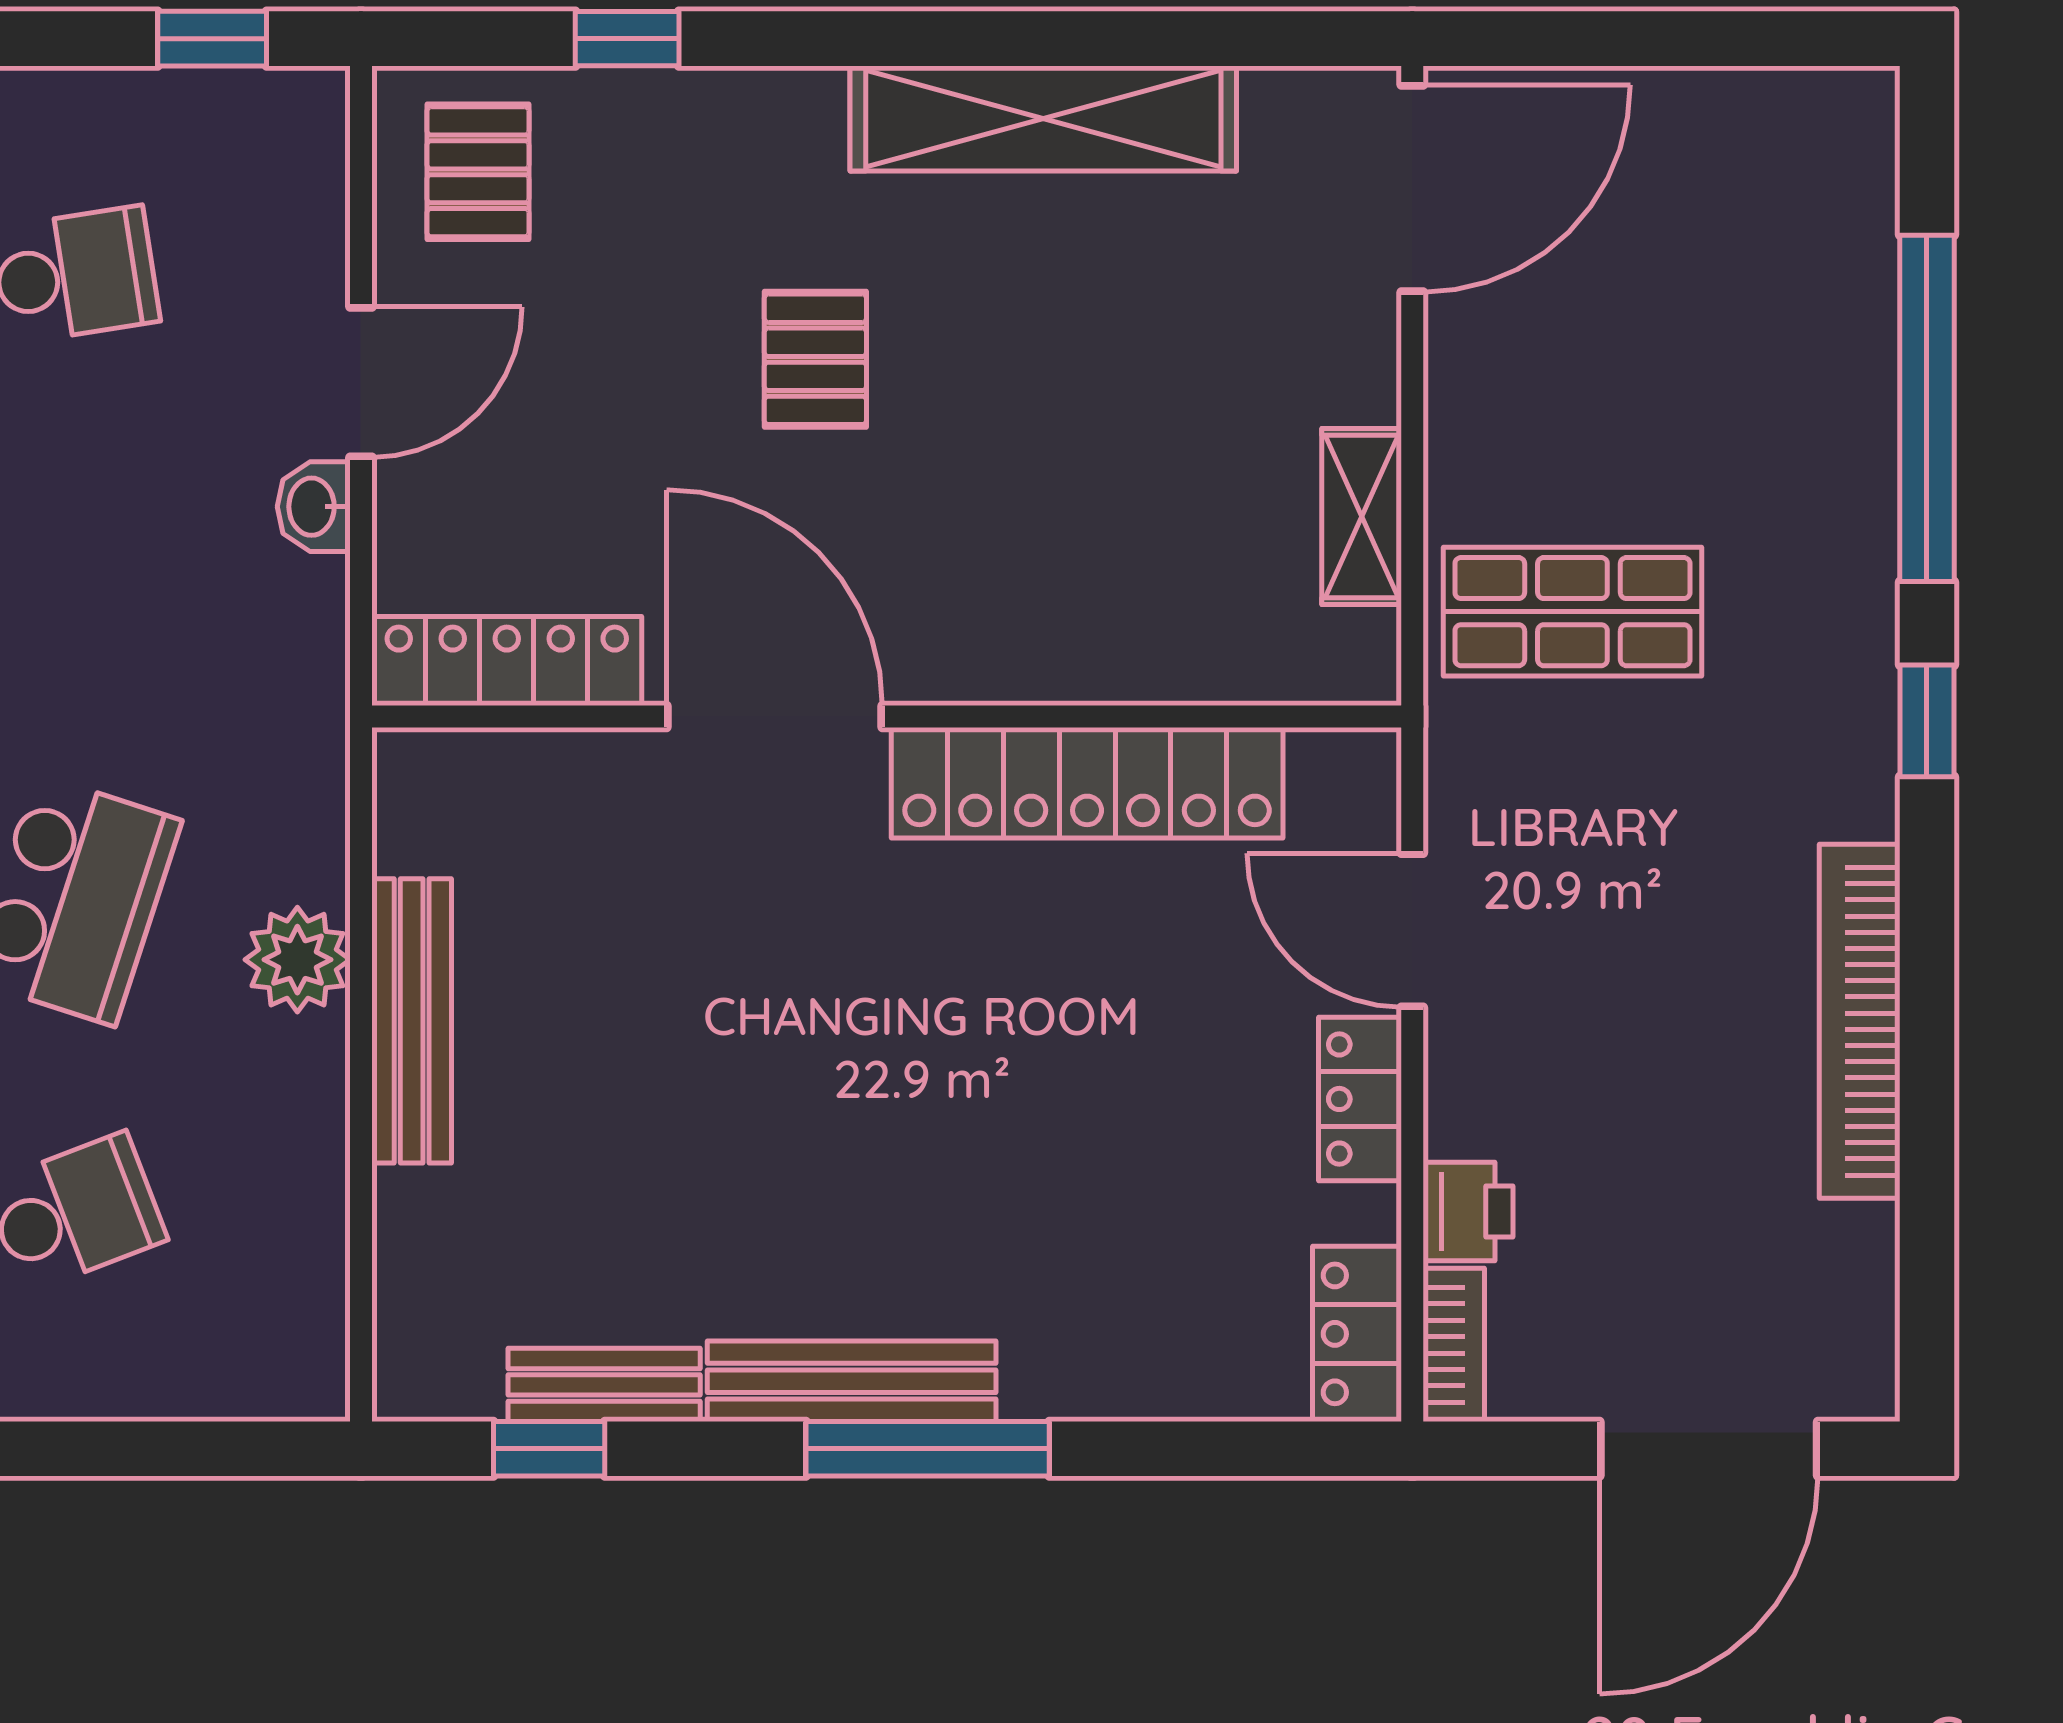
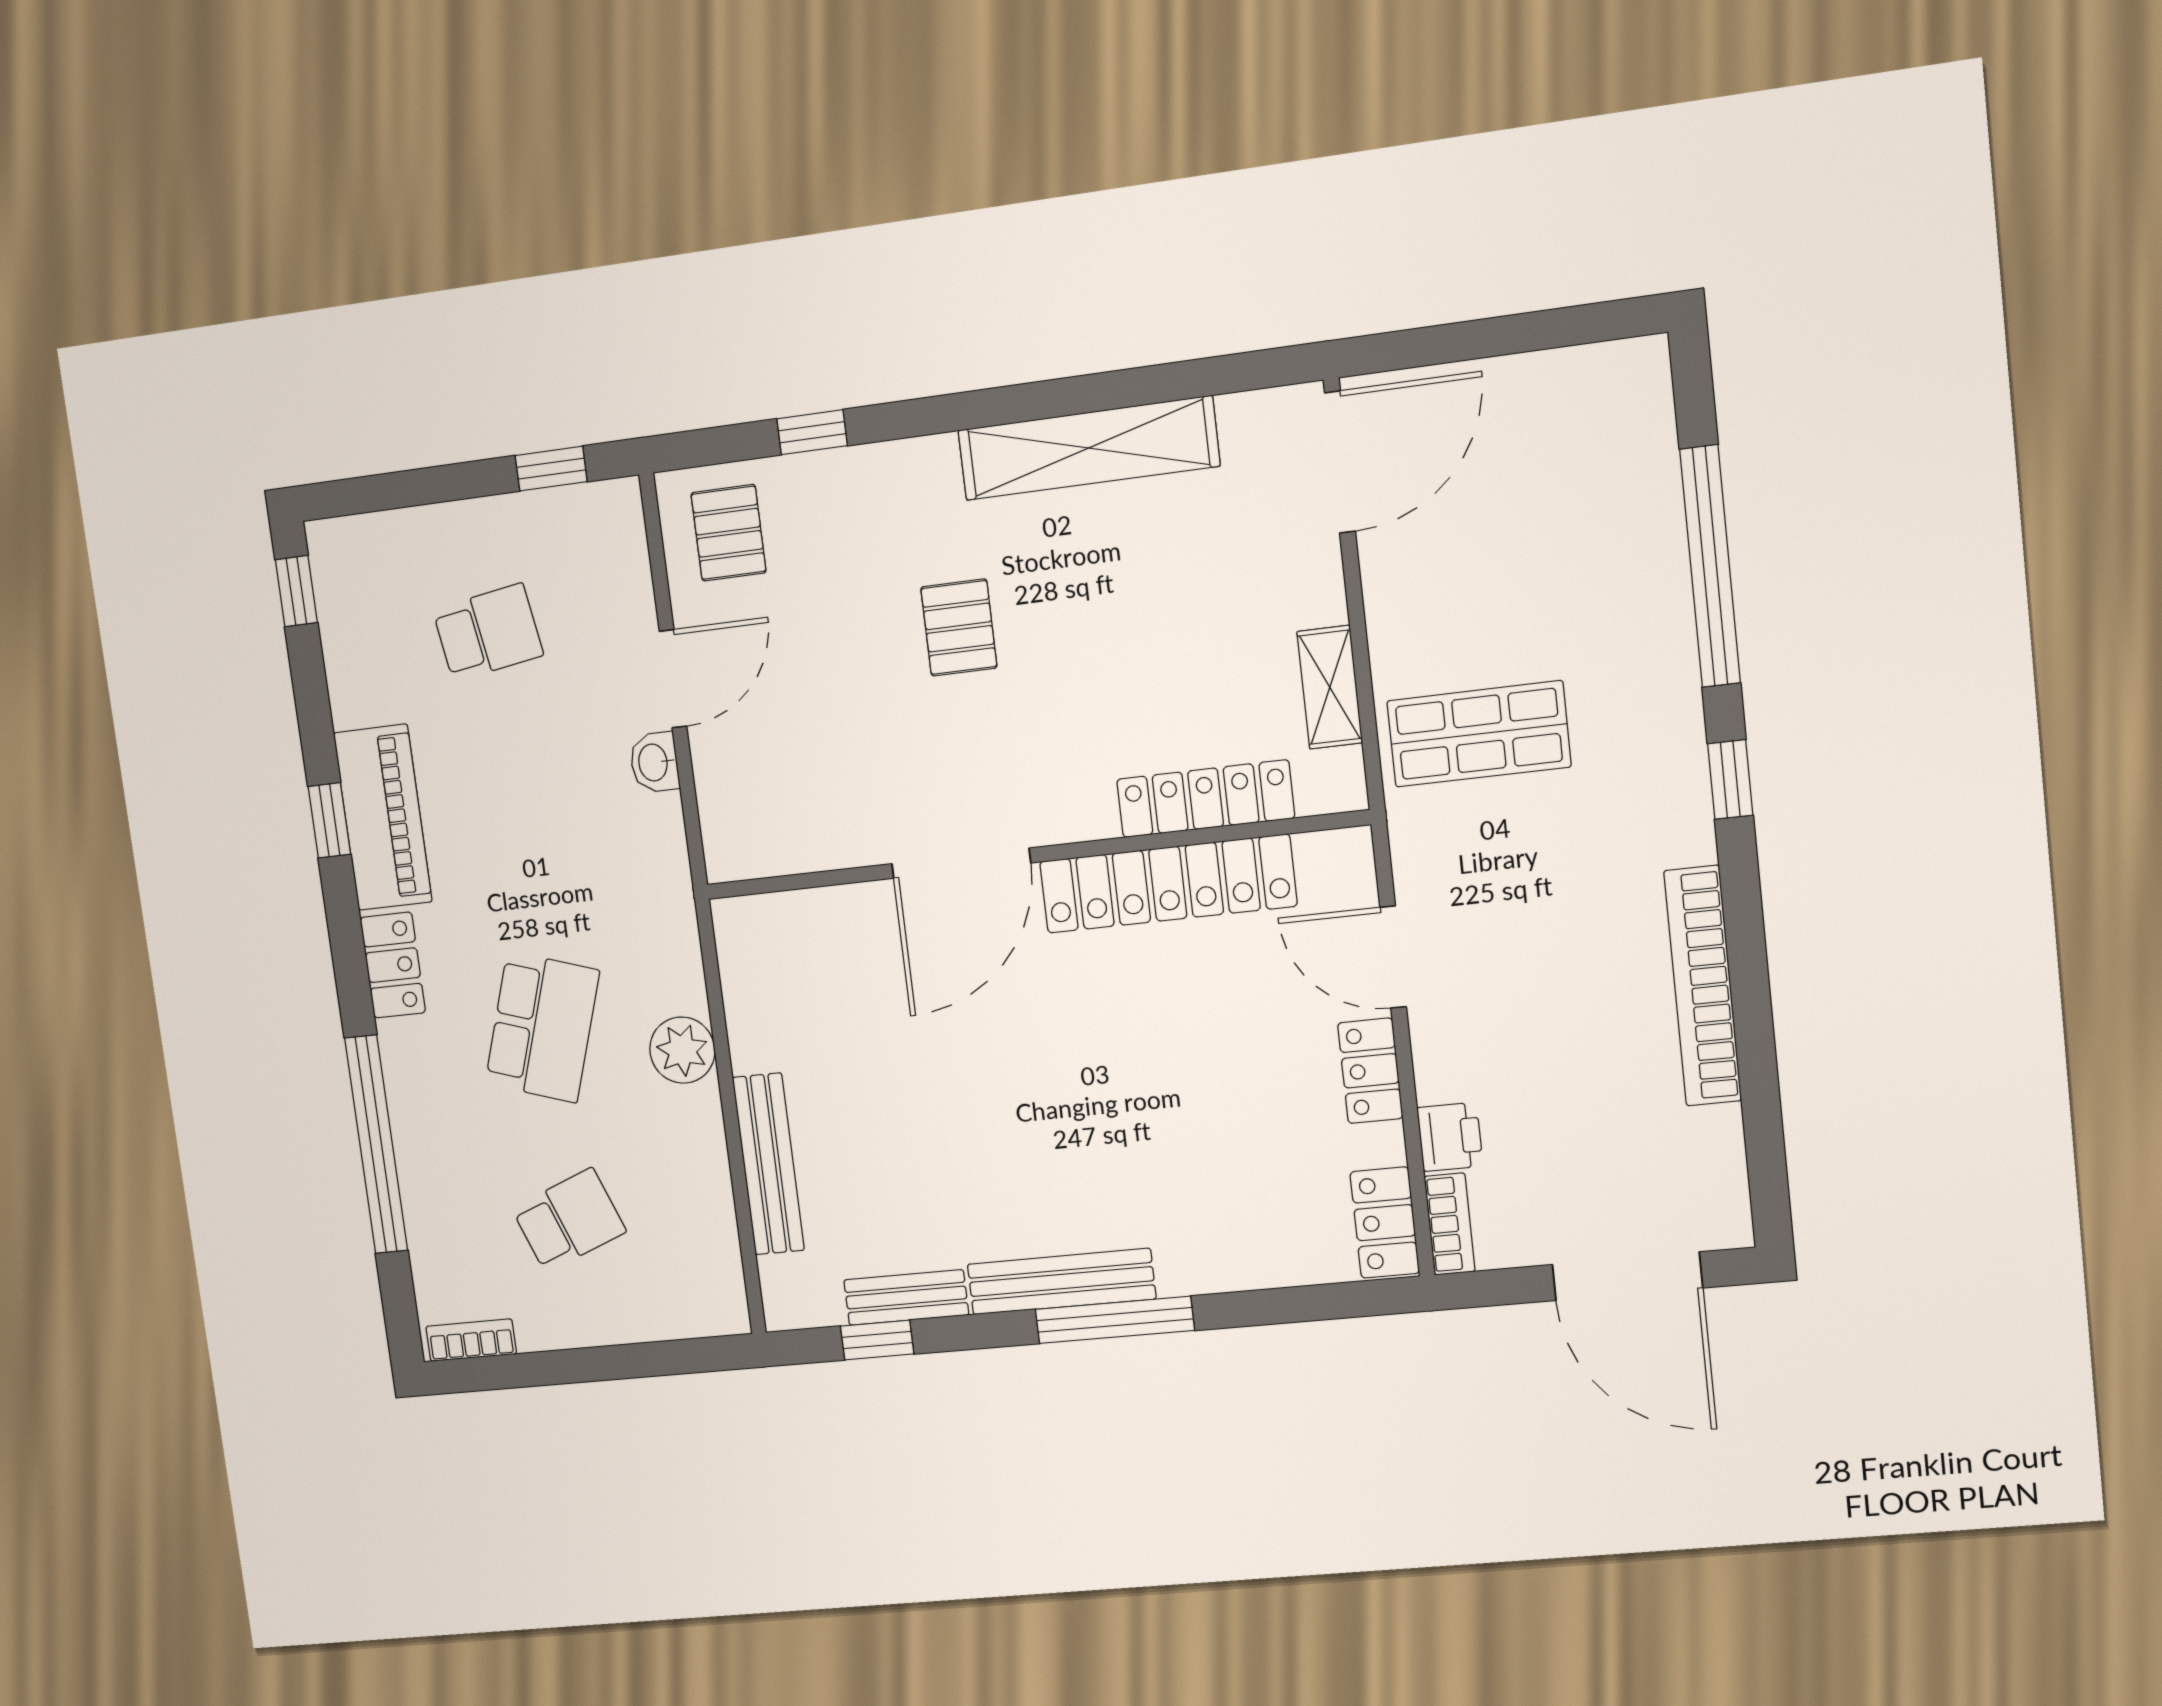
locker: (507, 661) -> (1206, 799), moved
door: (775, 716) -> (961, 863), swing flipped
bench: (412, 1021) -> (768, 1164), moved
door: (1709, 1449) -> (1627, 1276), hinge flipped

